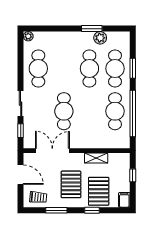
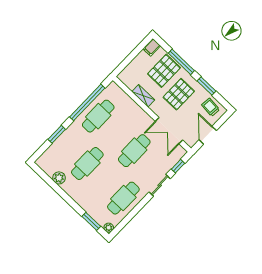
window: (92, 29) -> (91, 221), moved
cafe table: (115, 69) -> (69, 146), removed
window: (133, 175) -> (129, 59), removed
window: (92, 210) -> (181, 62), width x2.17

